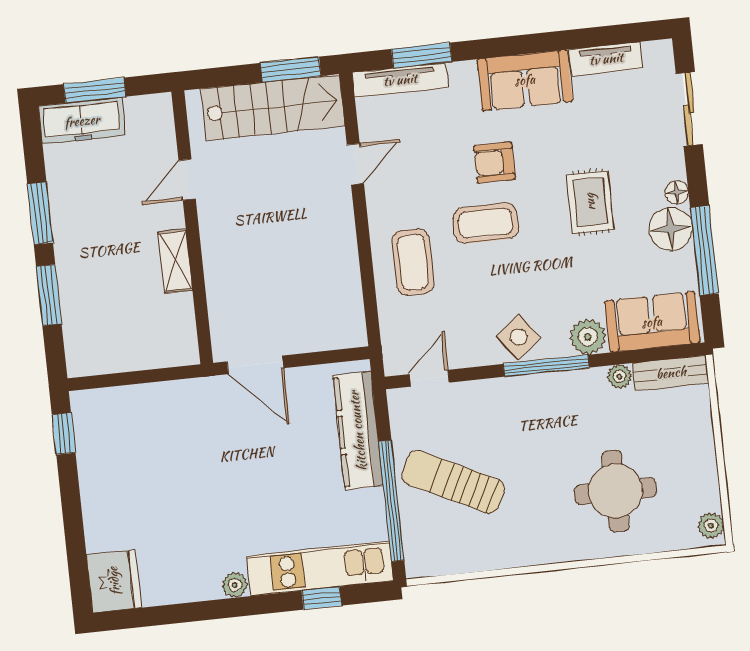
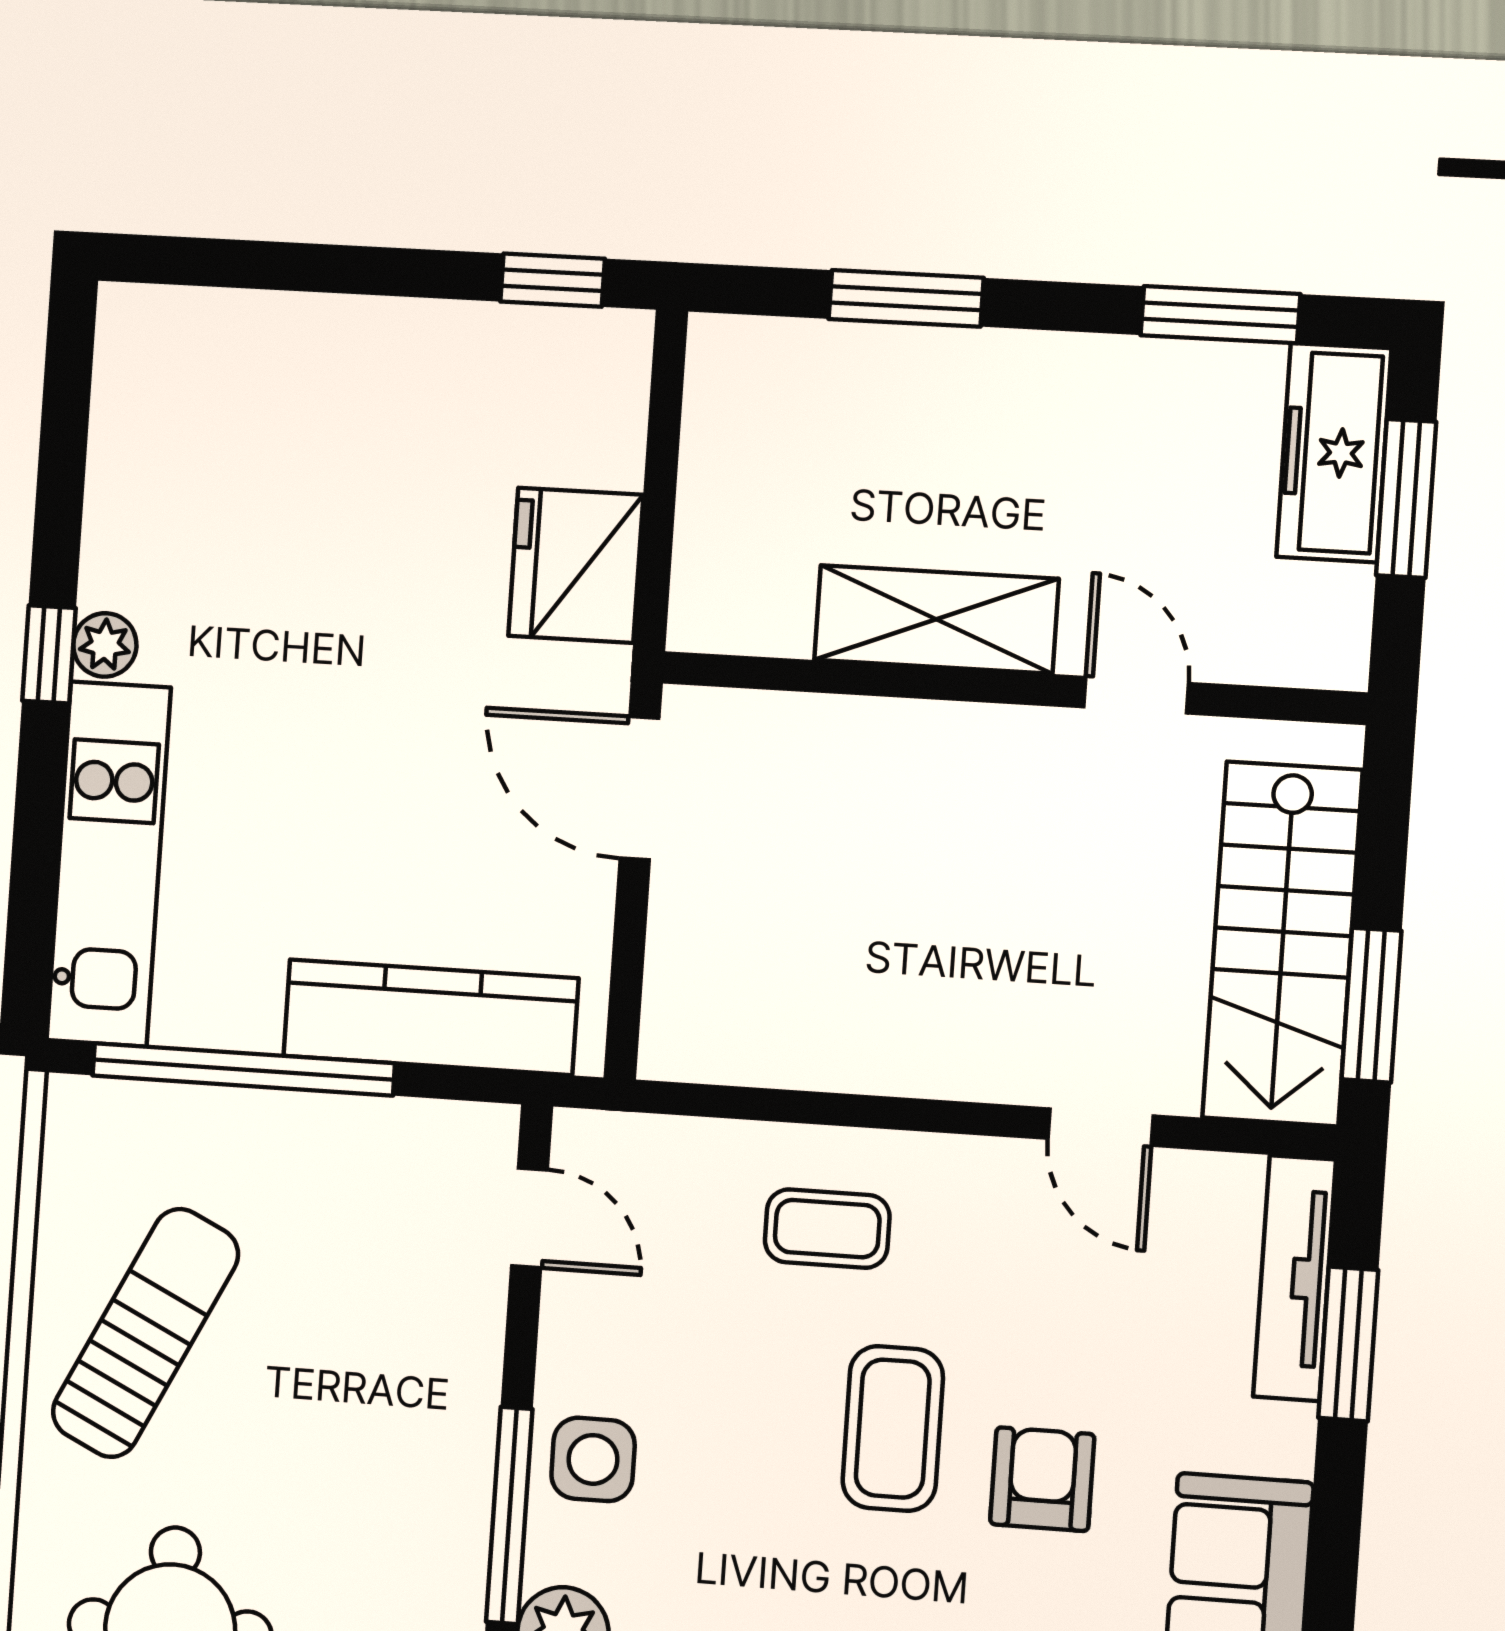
window: (40, 213) -> (1220, 315), moved
shelving: (175, 261) -> (936, 619), width x1.50, depth x1.33
coffee table: (413, 262) -> (827, 1229), width x0.73, depth x0.77
side table: (519, 337) -> (593, 1459), turned 37
door: (255, 365) -> (640, 788), hinge flipped
sun lounger: (453, 482) -> (145, 1333), moved
fridge: (114, 581) -> (576, 565), moved, turned 90
window: (322, 598) -> (49, 654), moved

